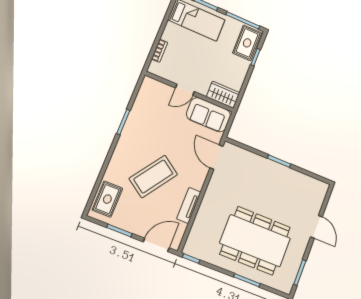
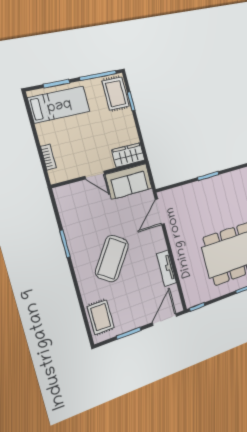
door: (185, 90) -> (95, 175), hinge flipped
door: (216, 157) -> (160, 212), hinge flipped
coffee table: (153, 176) -> (112, 259), moved

